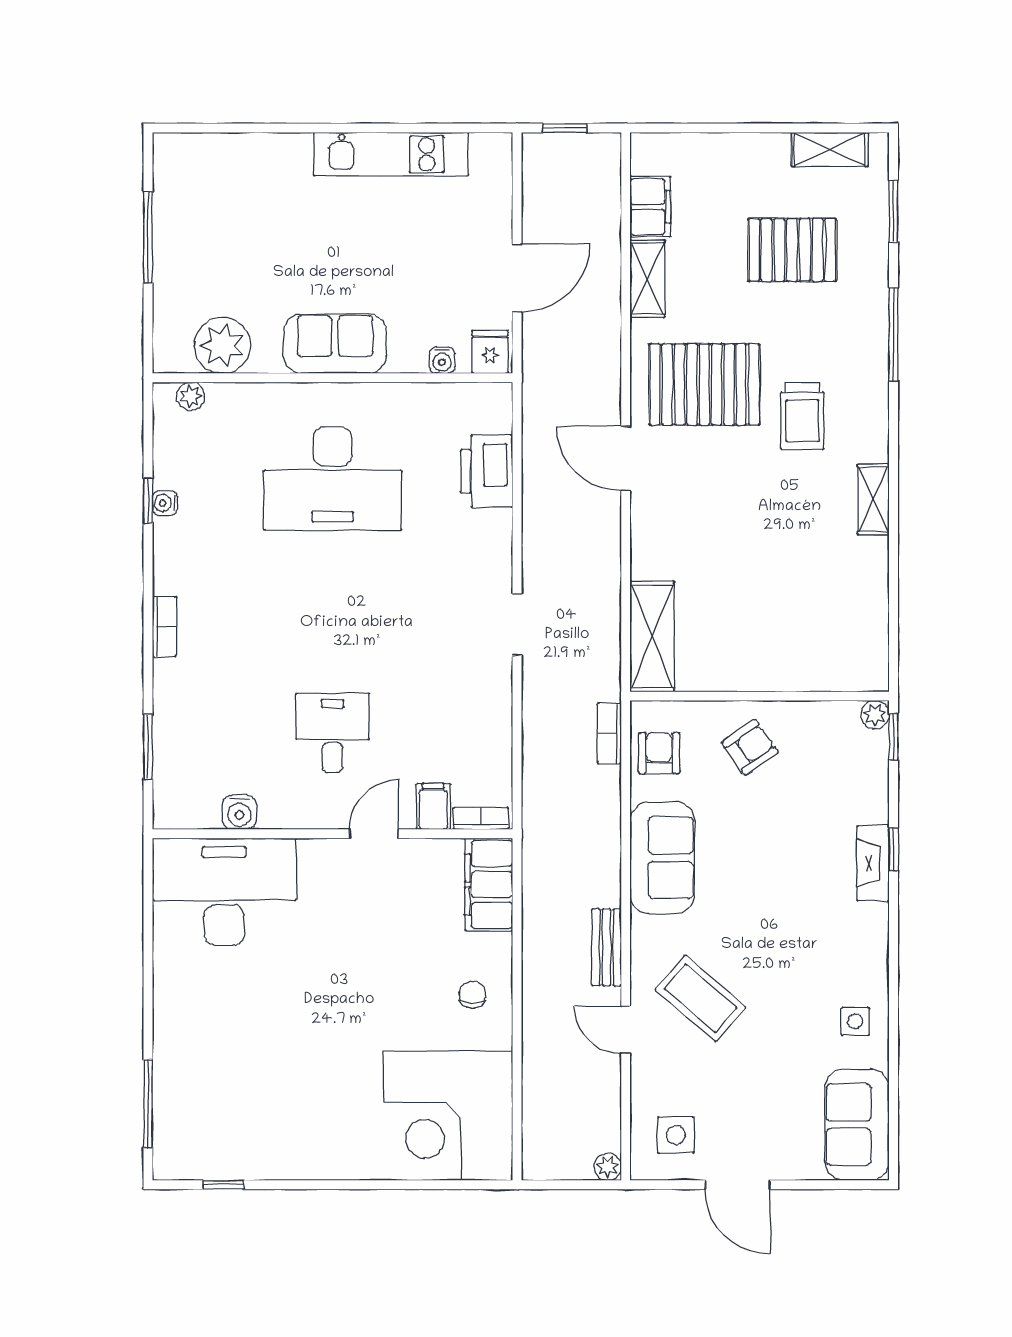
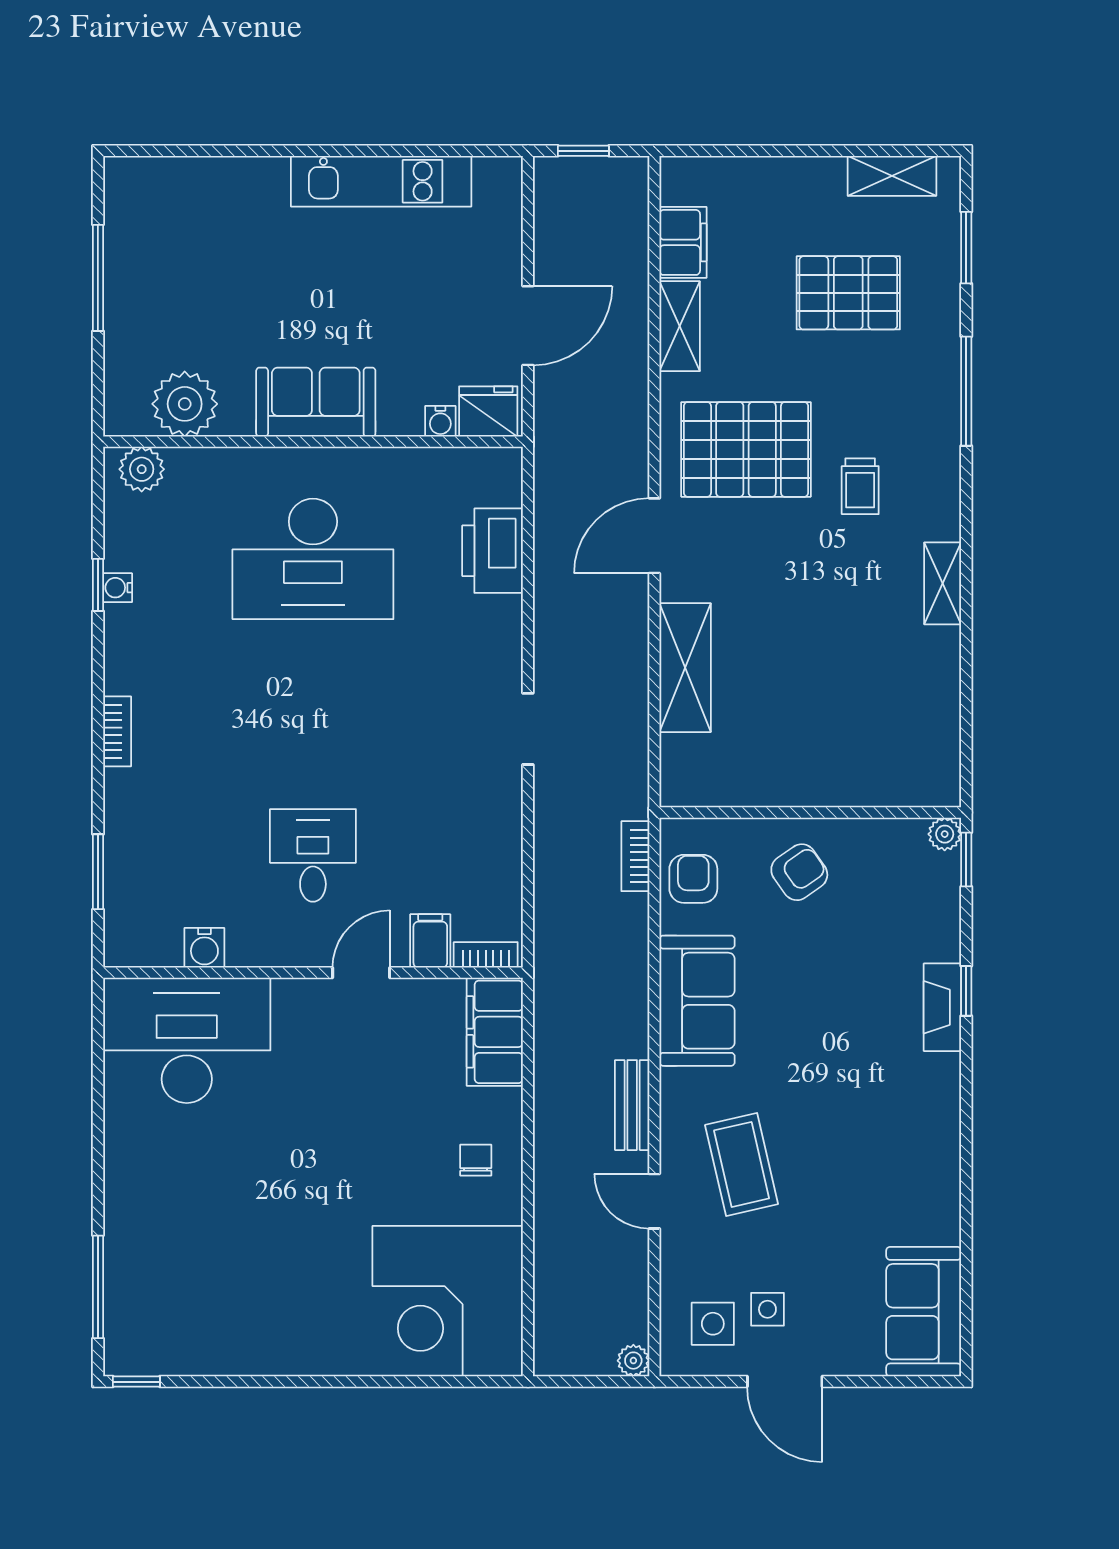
fridge: (490, 352) -> (488, 411), width x1.38
plant: (191, 396) -> (142, 469), width x1.38, depth x1.38
trolley: (802, 416) -> (860, 486), width x0.73, depth x0.72
door: (626, 458) -> (654, 536), hinge flipped
shelving: (652, 637) -> (685, 668), moved
coffee table: (701, 998) -> (742, 1164), turned 36
side table: (855, 1021) -> (767, 1309), moved
window: (223, 1185) -> (136, 1382), moved

